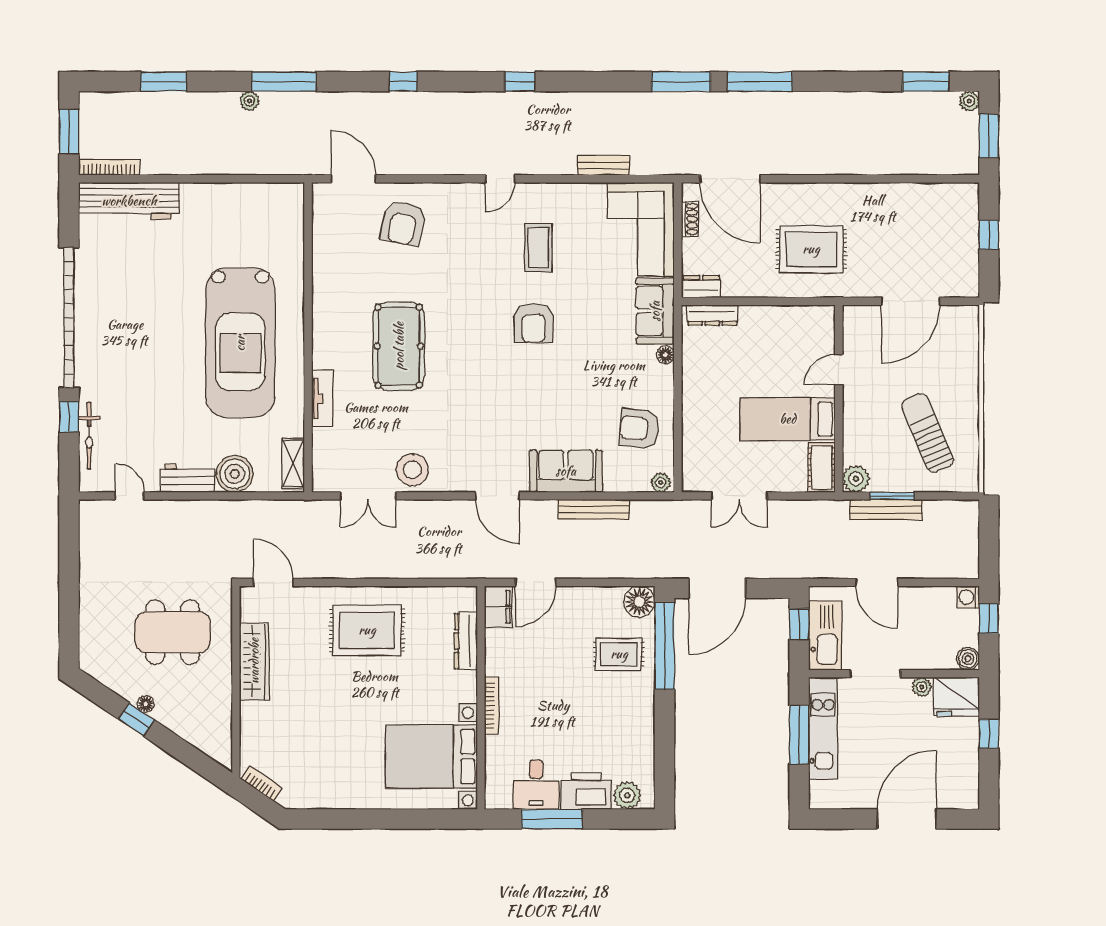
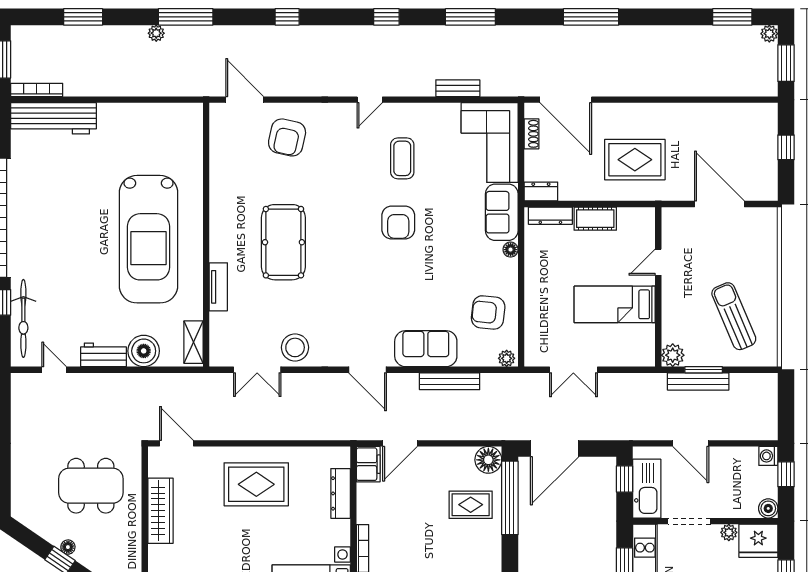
window: (681, 82) -> (470, 17), moved
door: (911, 301) -> (719, 204), swing flipped
bicycle: (89, 436) -> (23, 318), width x1.37, depth x1.40
cot: (822, 467) -> (595, 219), moved, turned 90

